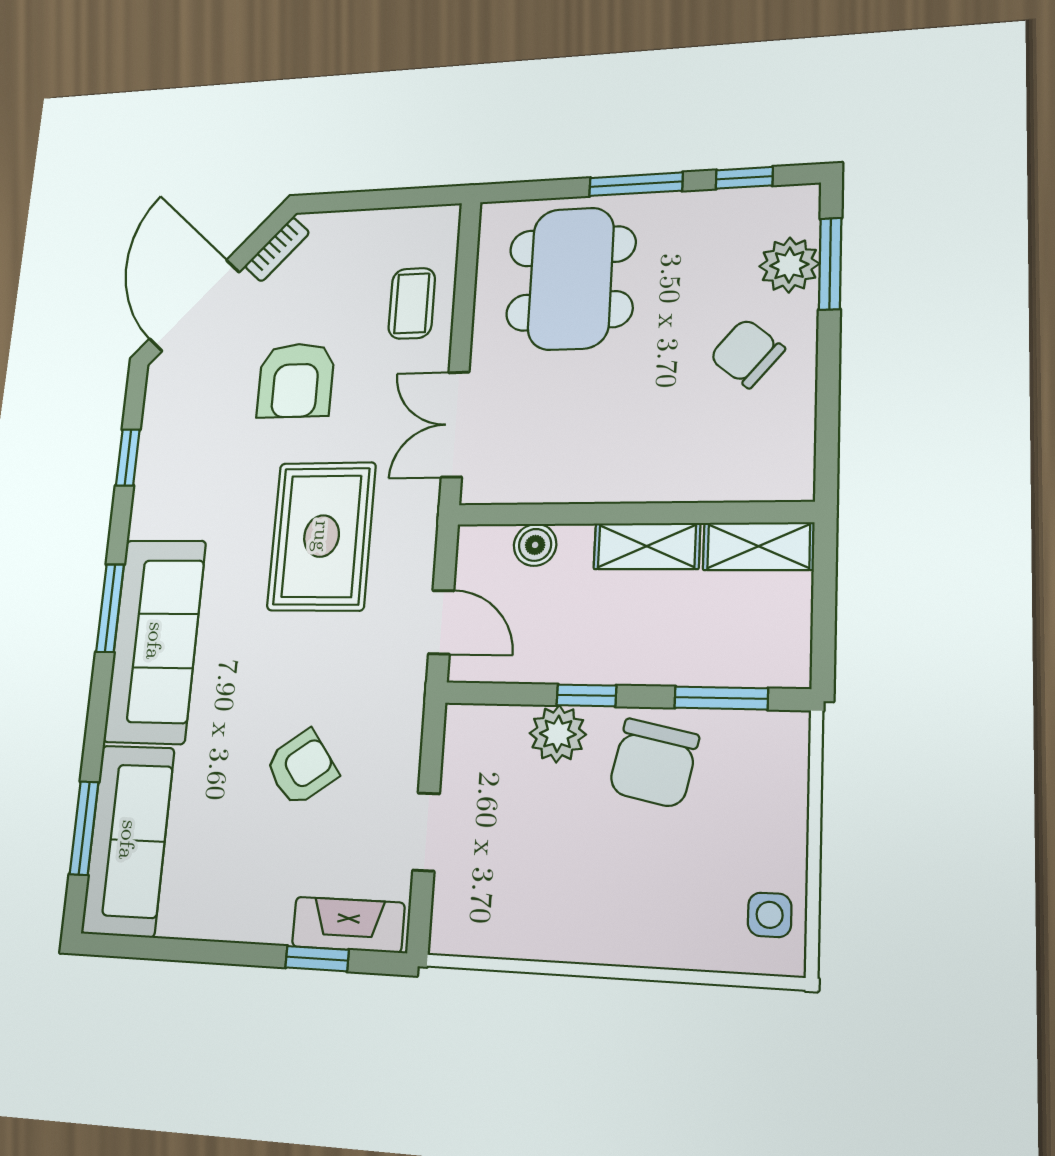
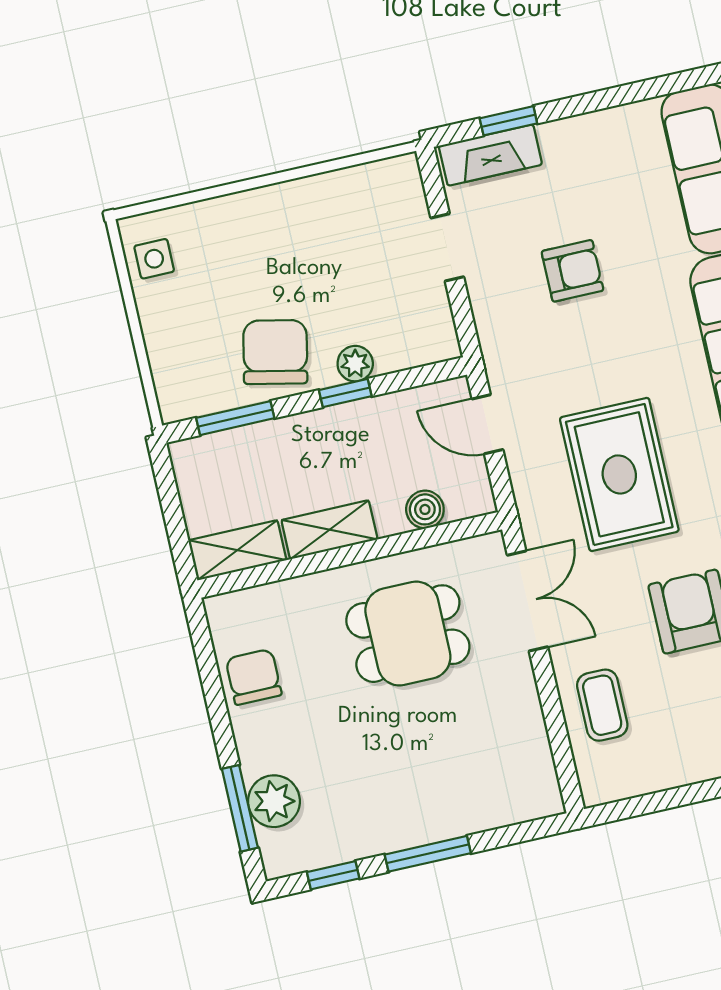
dining table: (571, 278) -> (408, 634), moved, width x0.73
chair: (747, 353) -> (254, 677), moved, turned -130
plant: (558, 734) -> (355, 364), width x0.73, depth x0.73
armchair: (301, 768) -> (572, 271), turned -144

